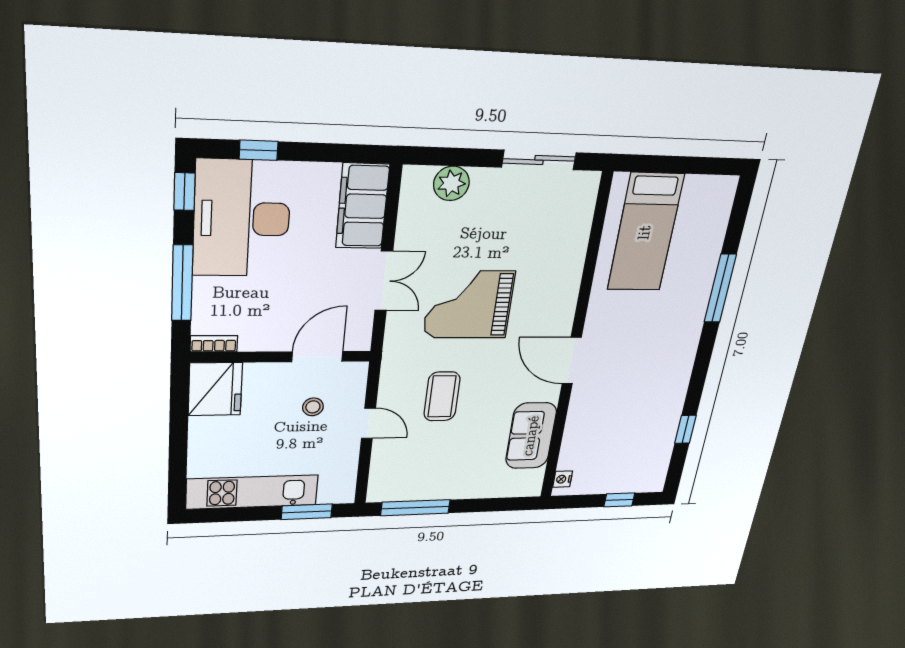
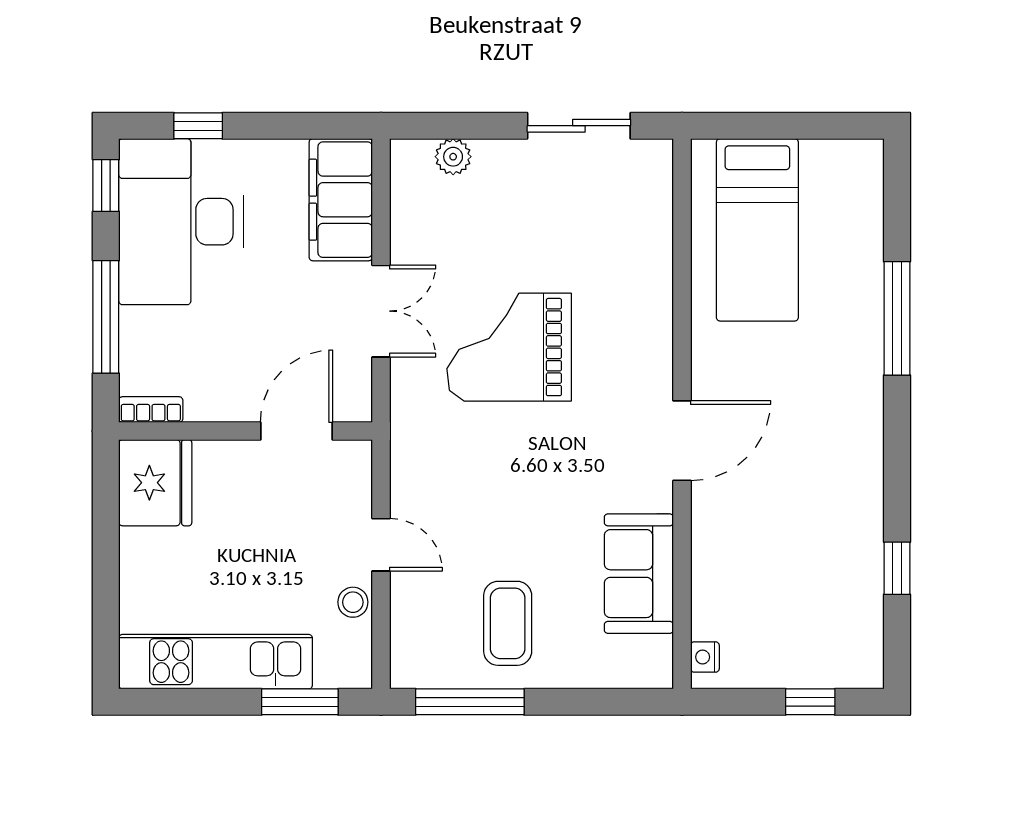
plant: (451, 183) -> (453, 157), width x0.73, depth x0.73
door: (572, 360) -> (682, 441), swing flipped
coffee table: (442, 396) -> (508, 623), moved
stool: (313, 407) -> (353, 602), moved

